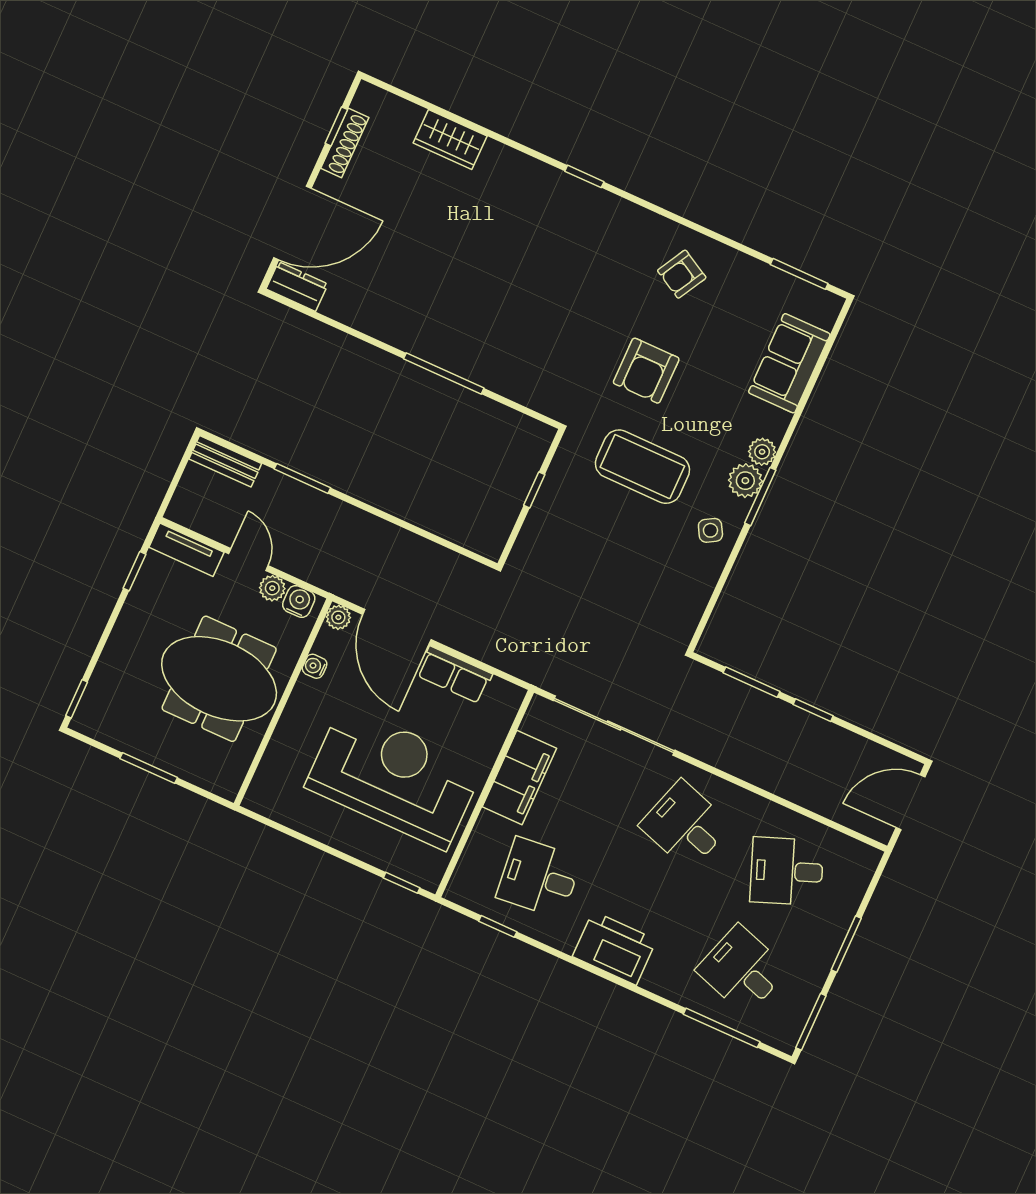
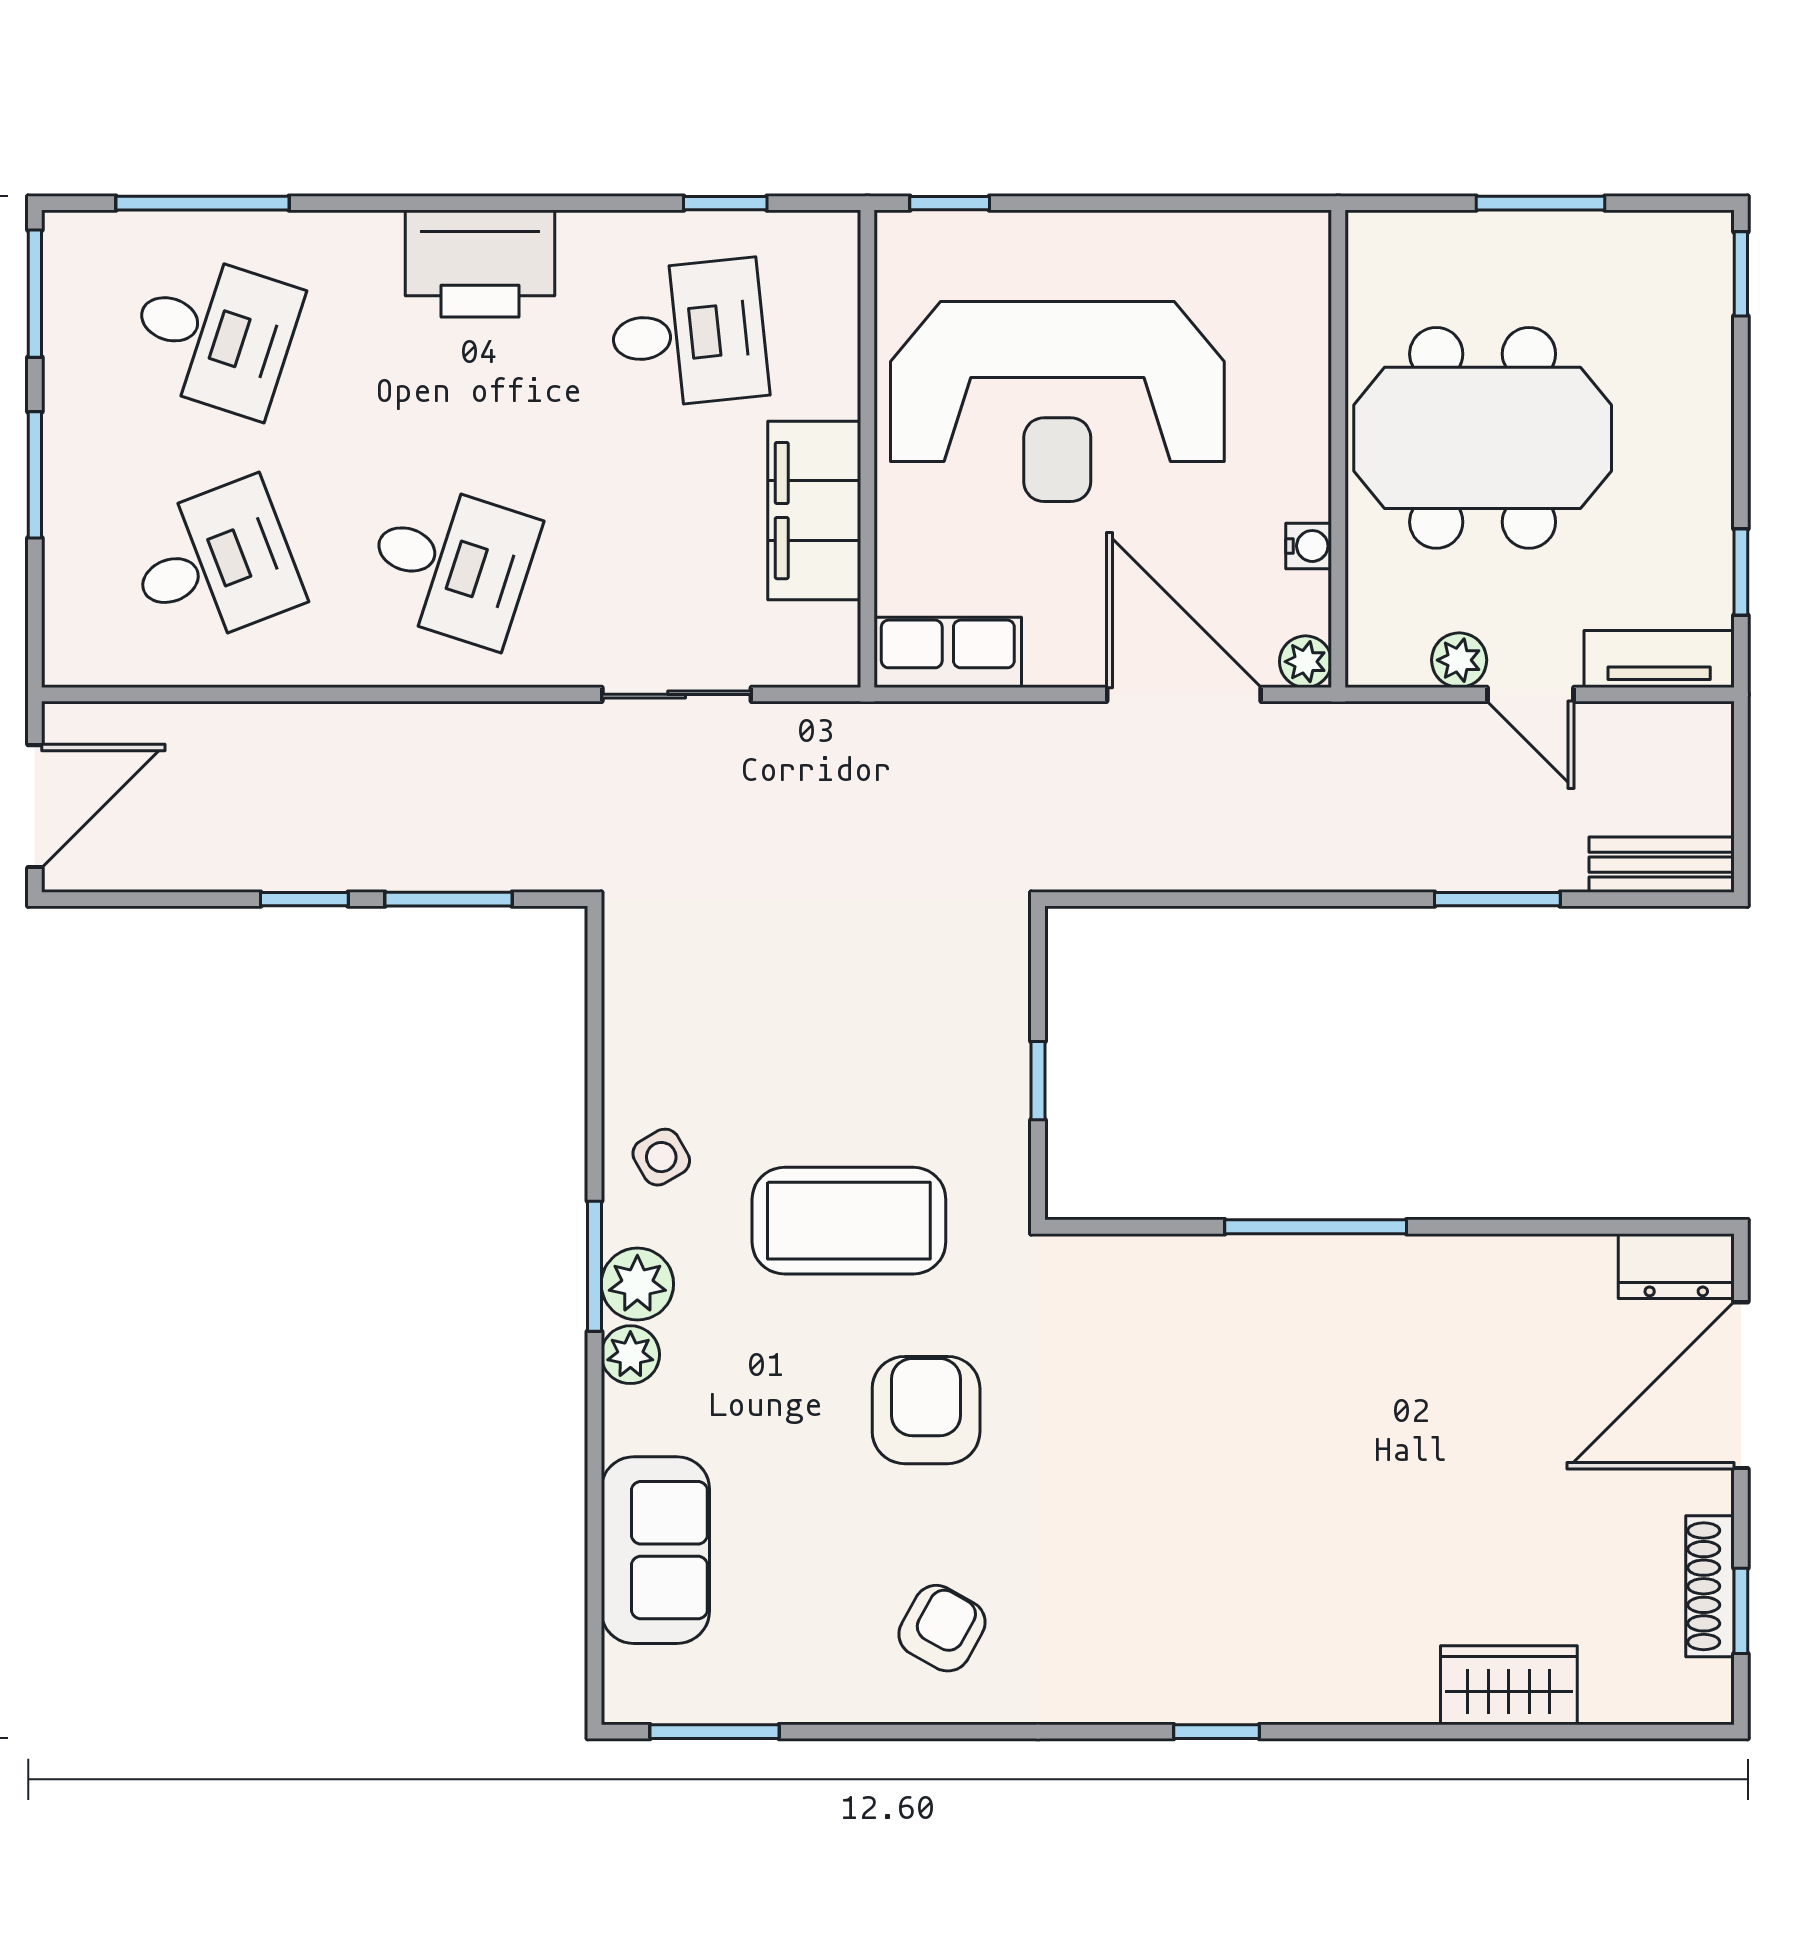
water cooler: (299, 601) -> (1396, 658), removed
row of seats: (454, 675) -> (948, 652), moved
sliding door: (614, 725) -> (677, 694), width x0.54

